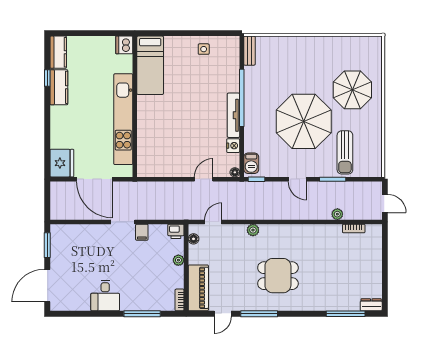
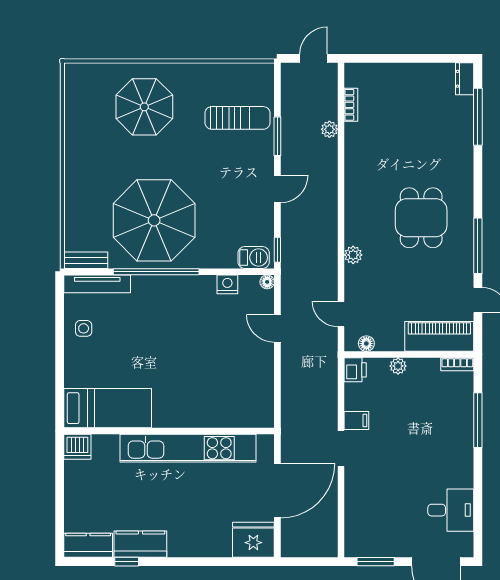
tv unit: (233, 115) -> (97, 284), moved
parasol: (304, 121) -> (154, 220), moved
desk: (105, 296) -> (451, 510), moved

